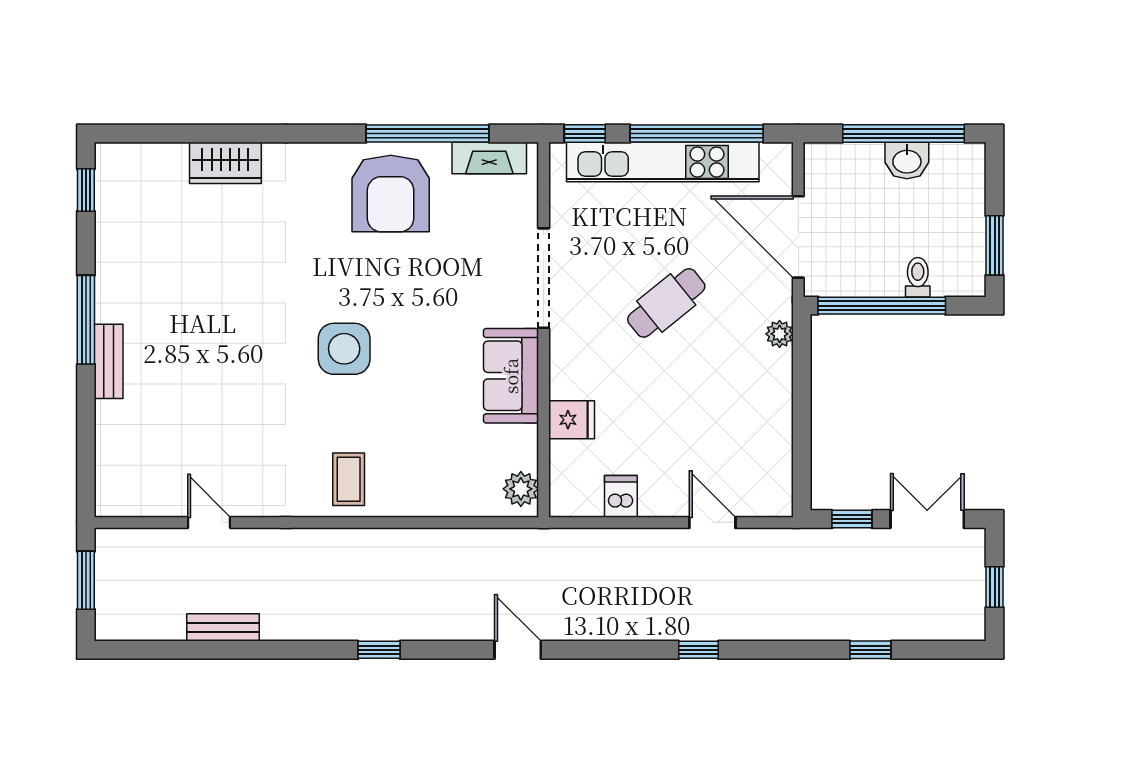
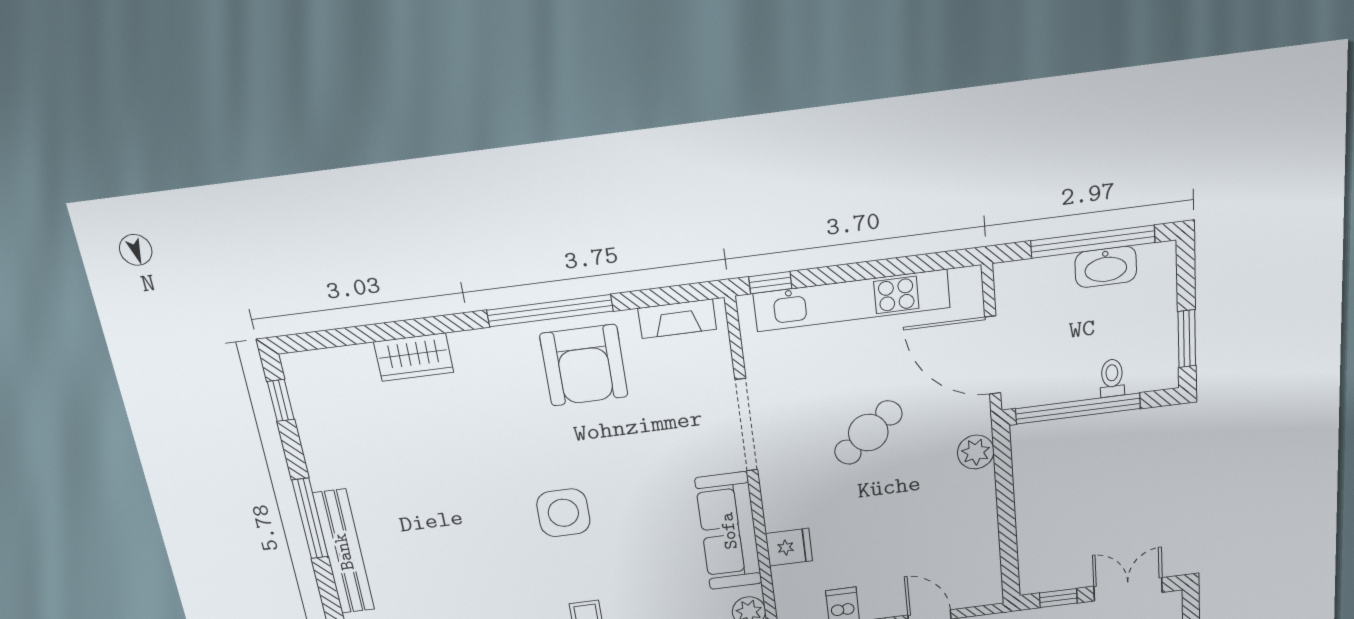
window: (428, 134) -> (550, 311), moved
window: (697, 134) -> (883, 268), removed
washbasin: (907, 161) -> (1106, 267), width x1.38
plant: (780, 334) -> (976, 452), width x1.38, depth x1.38
bench: (109, 361) -> (344, 552), width x1.86, depth x1.21
sofa: (511, 376) -> (729, 531), width x1.36

